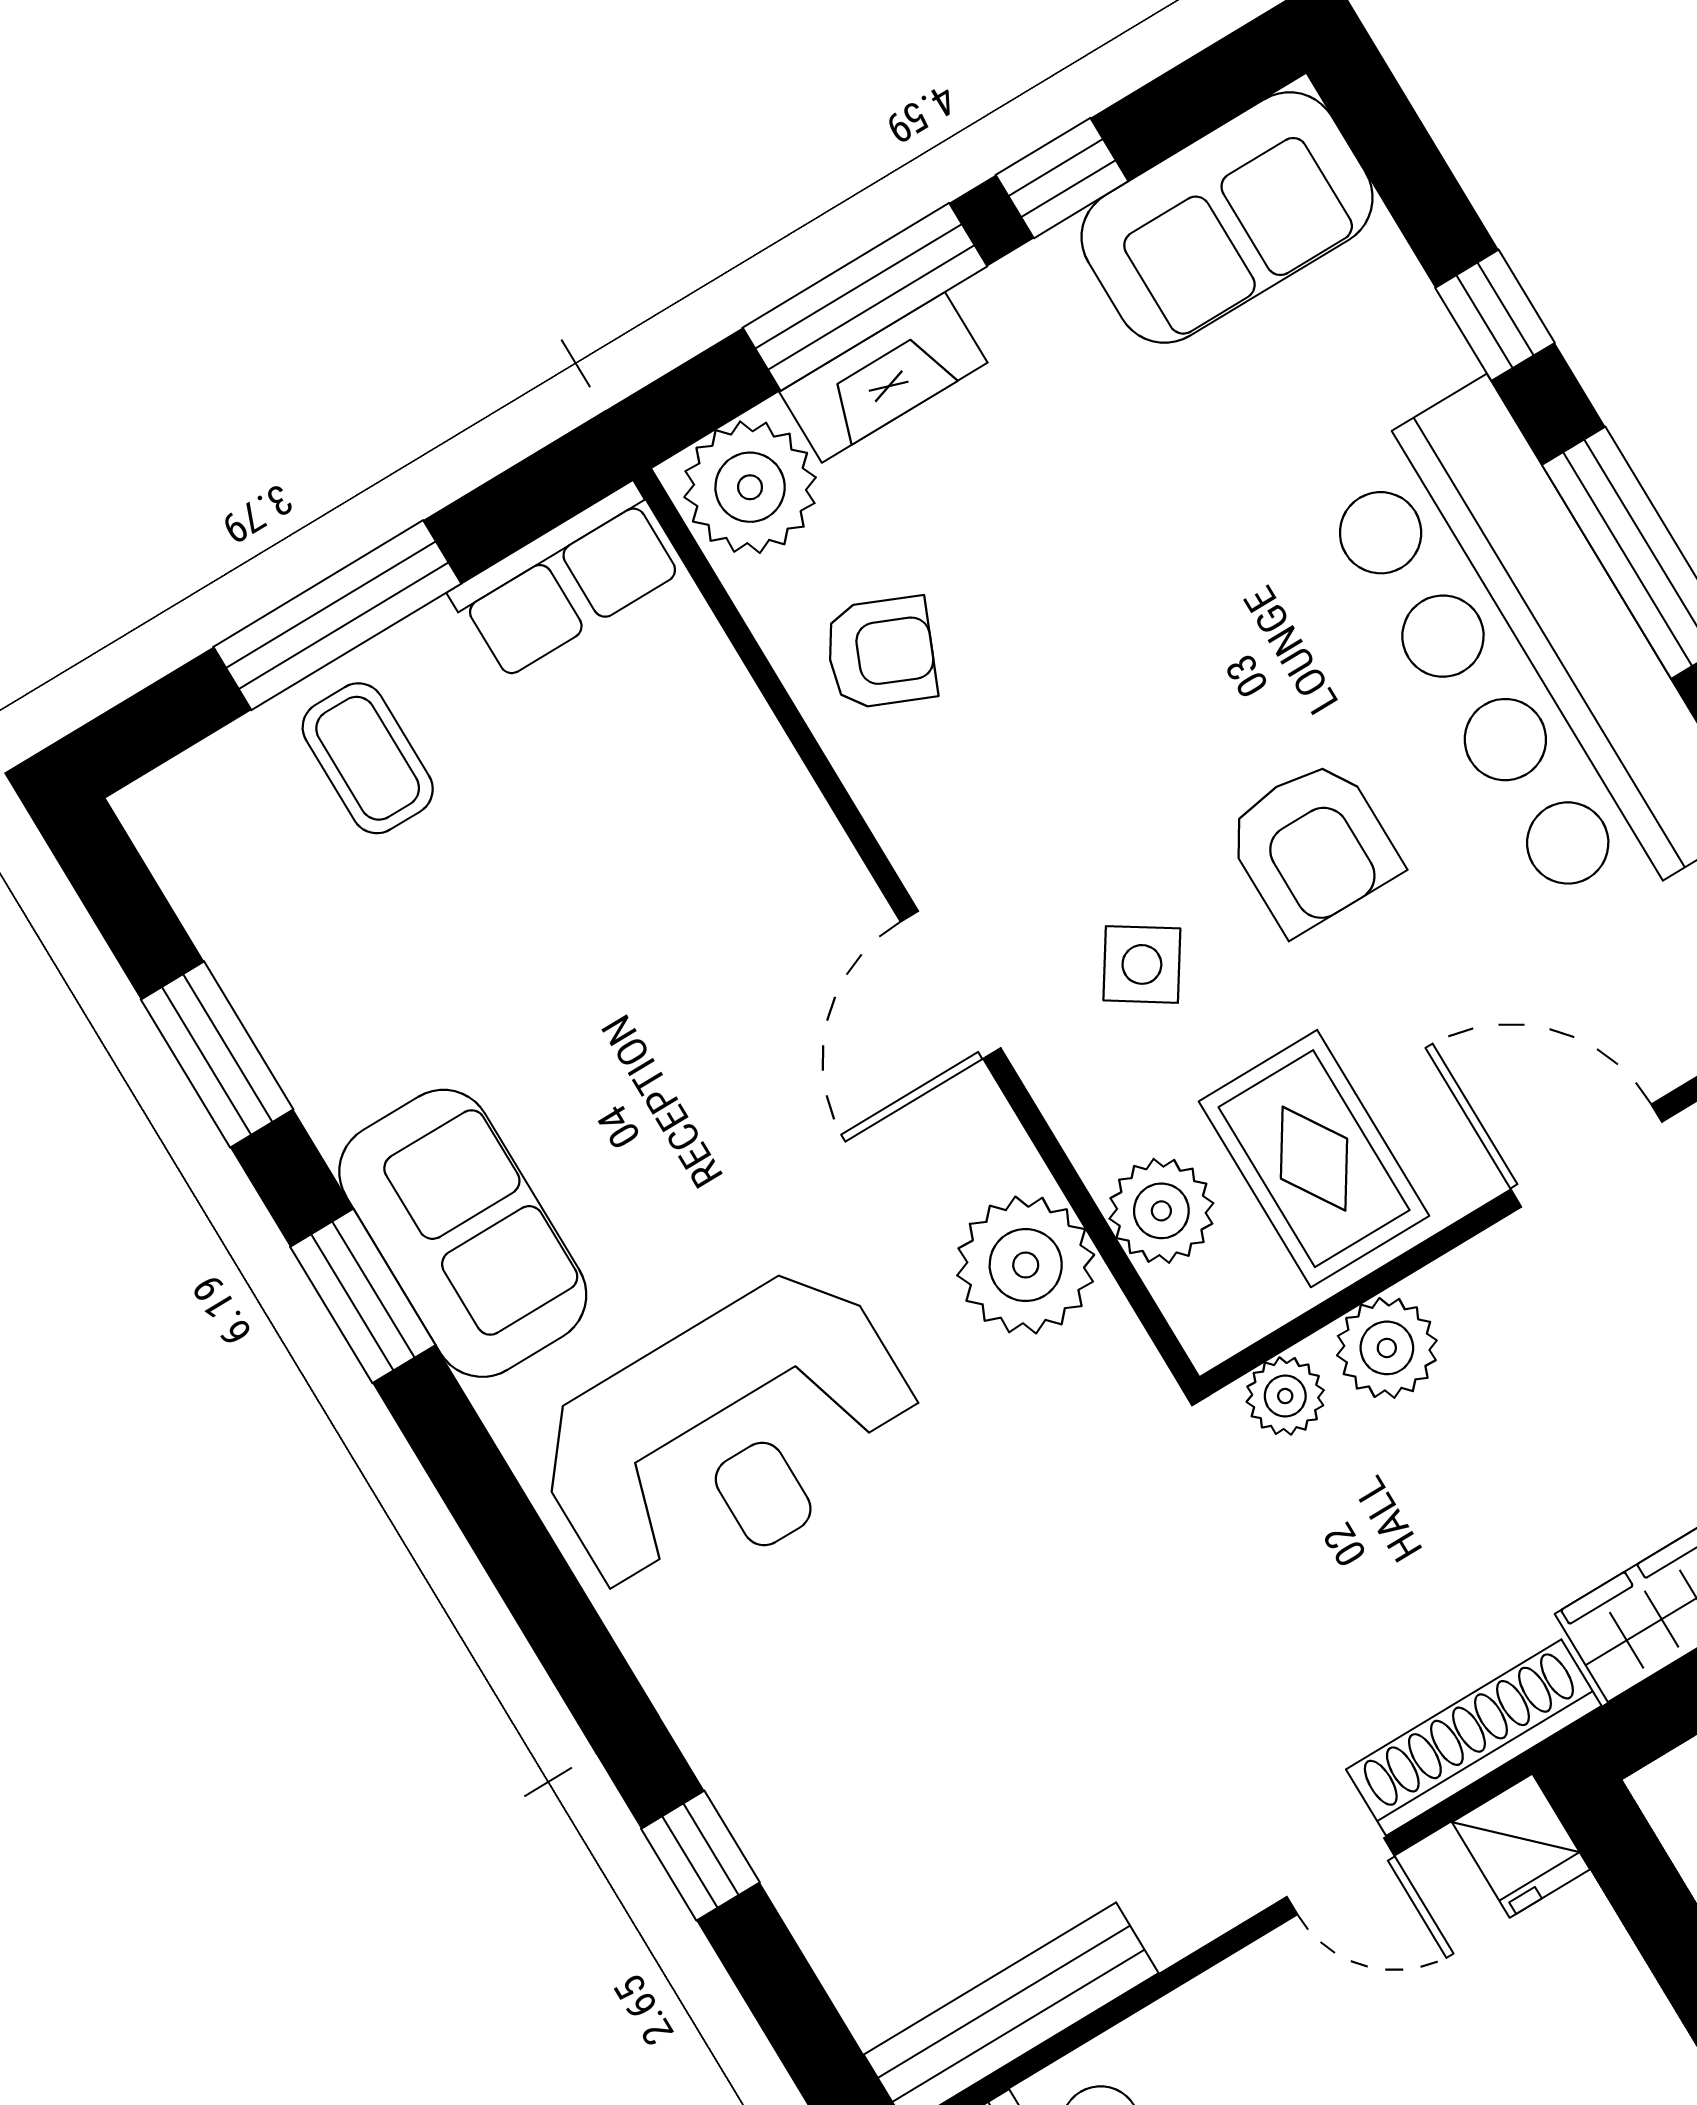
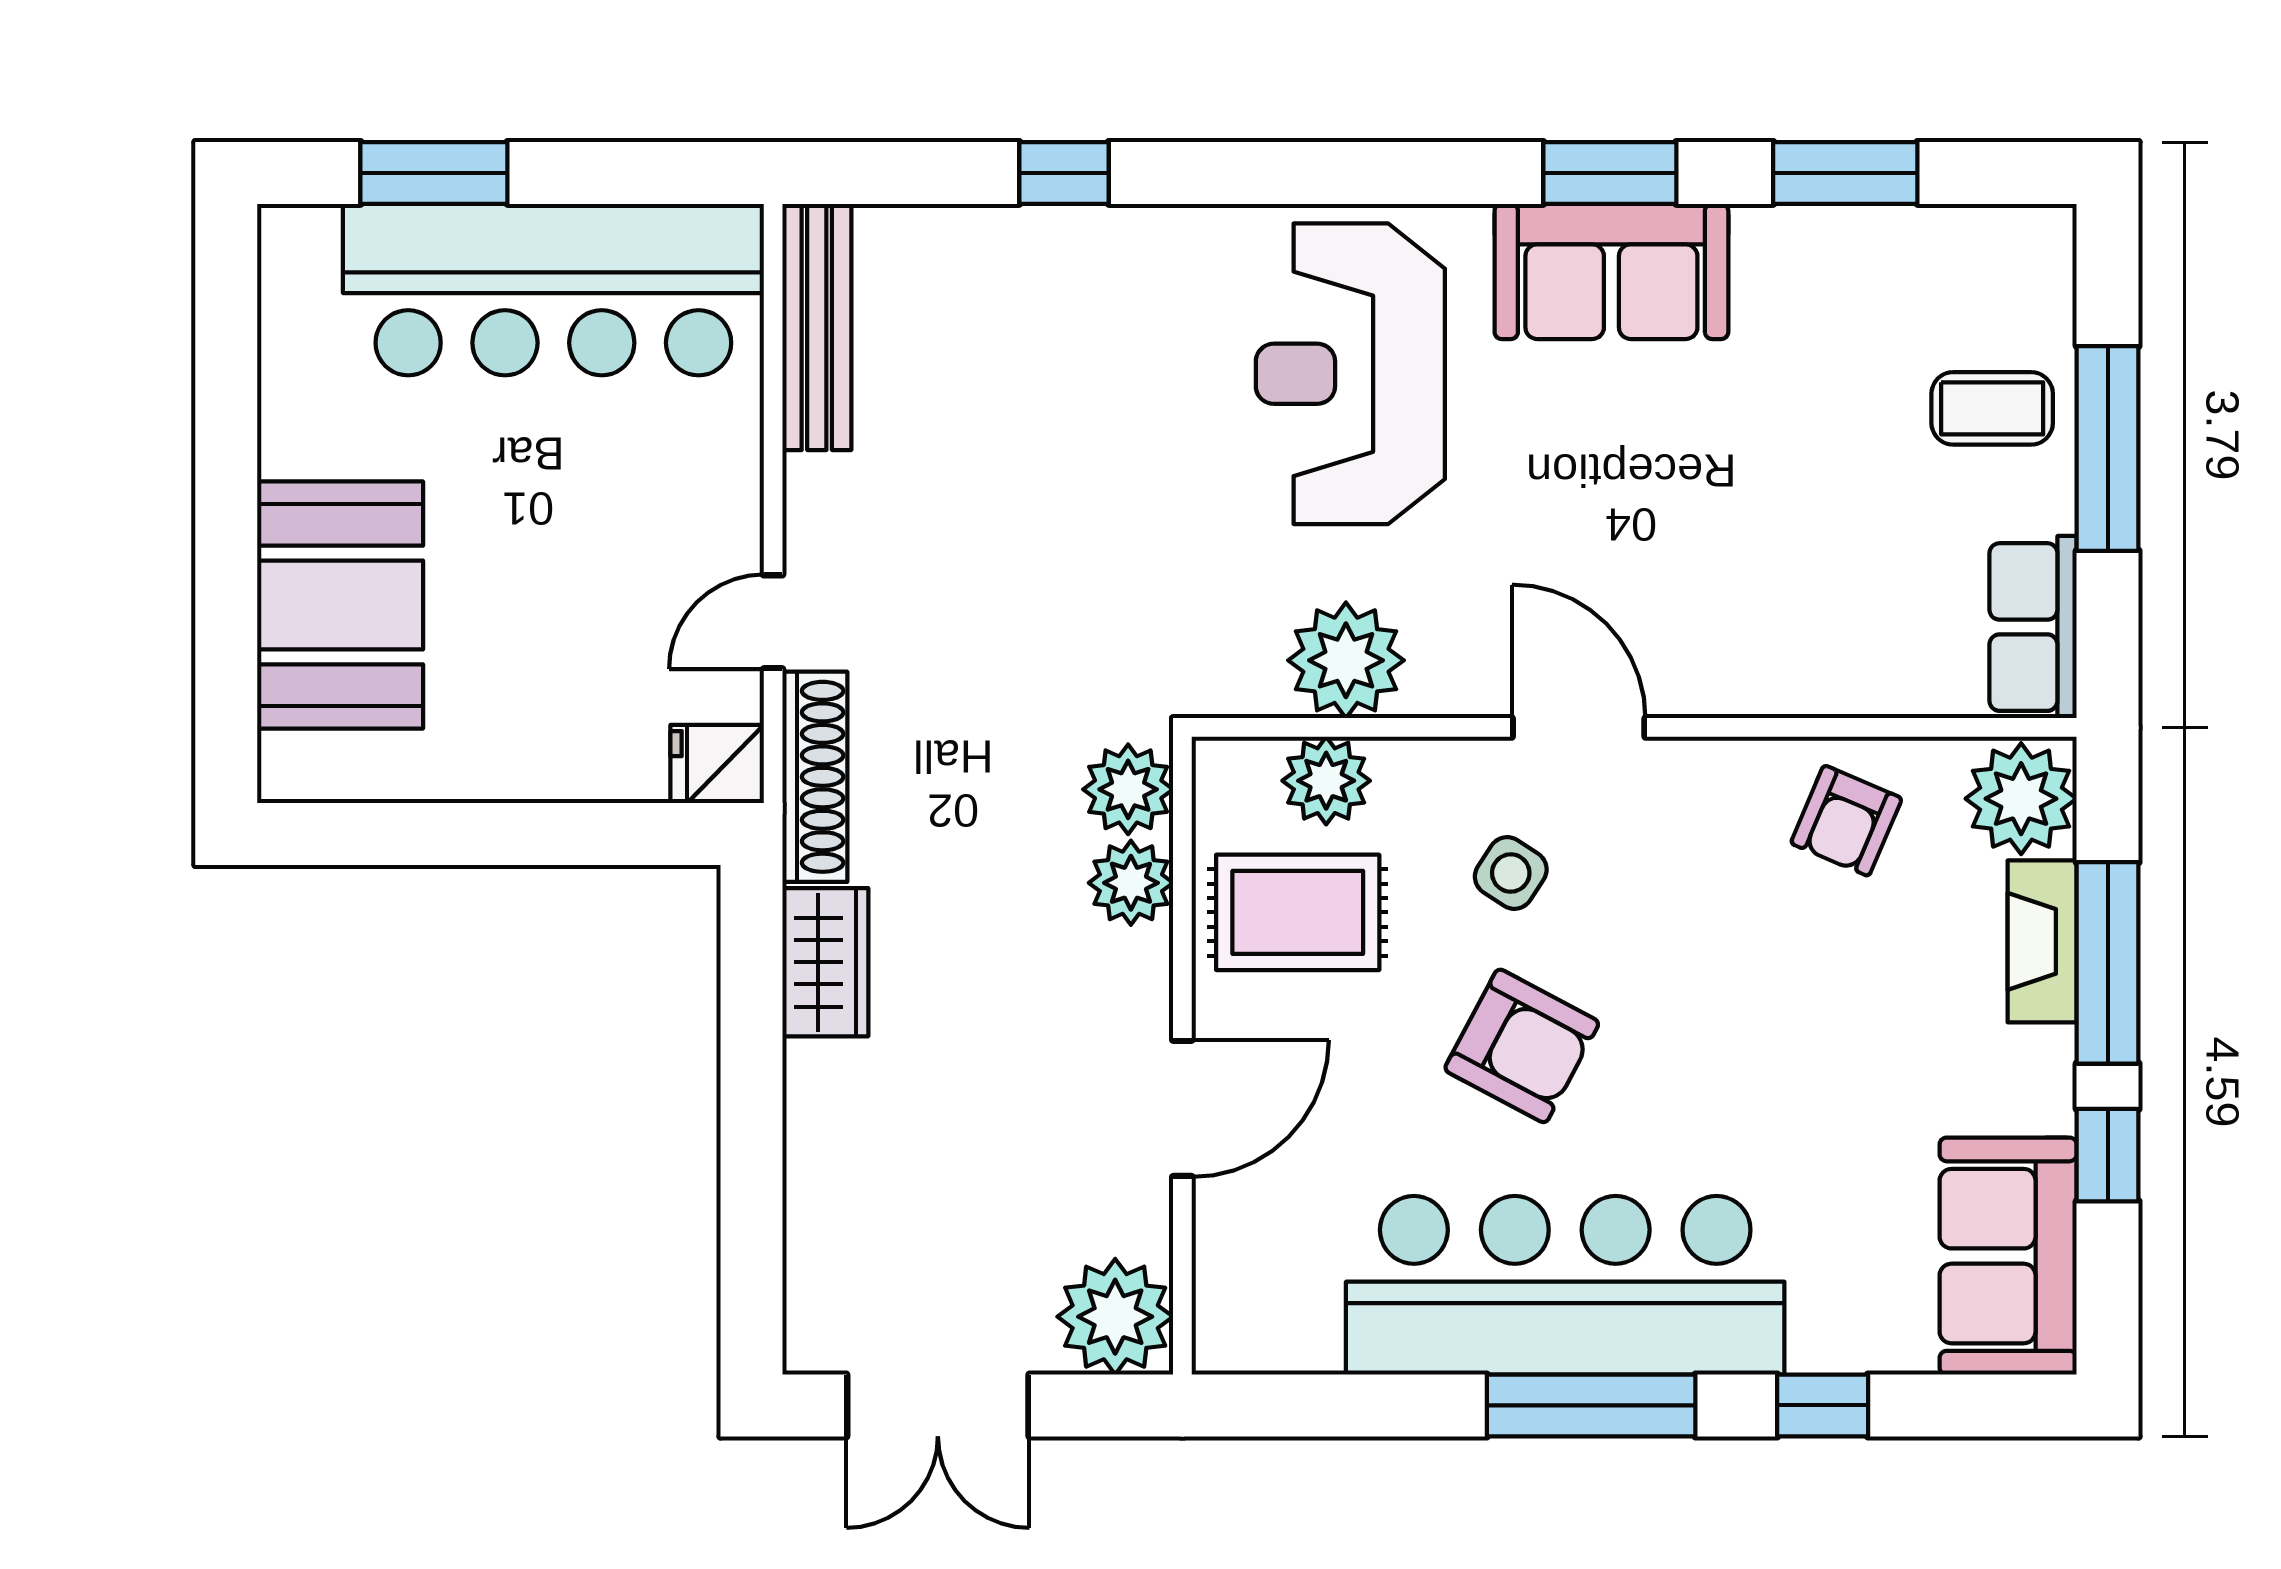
armchair: (1312, 846) -> (1522, 1046), turned -152
plant: (1285, 1396) -> (1128, 789), width x1.38, depth x1.38

